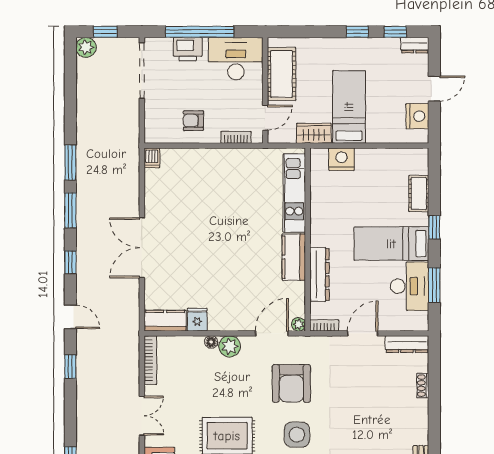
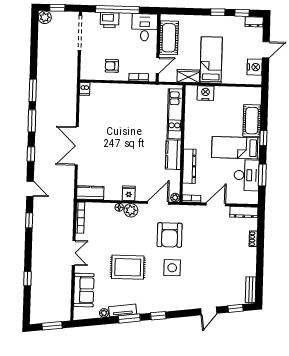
desk: (236, 59) -> (145, 27), width x0.73
cot: (419, 194) -> (252, 121), width x1.37, depth x1.34
fridge: (197, 320) -> (129, 193), moved

